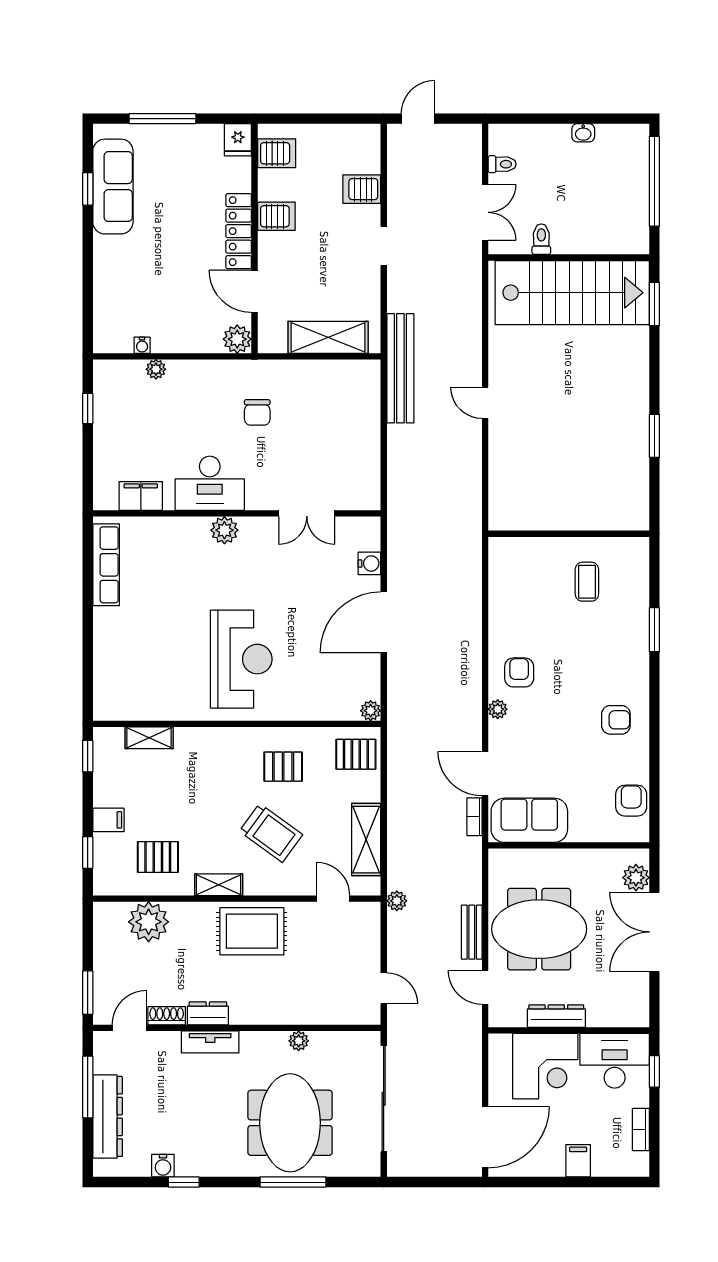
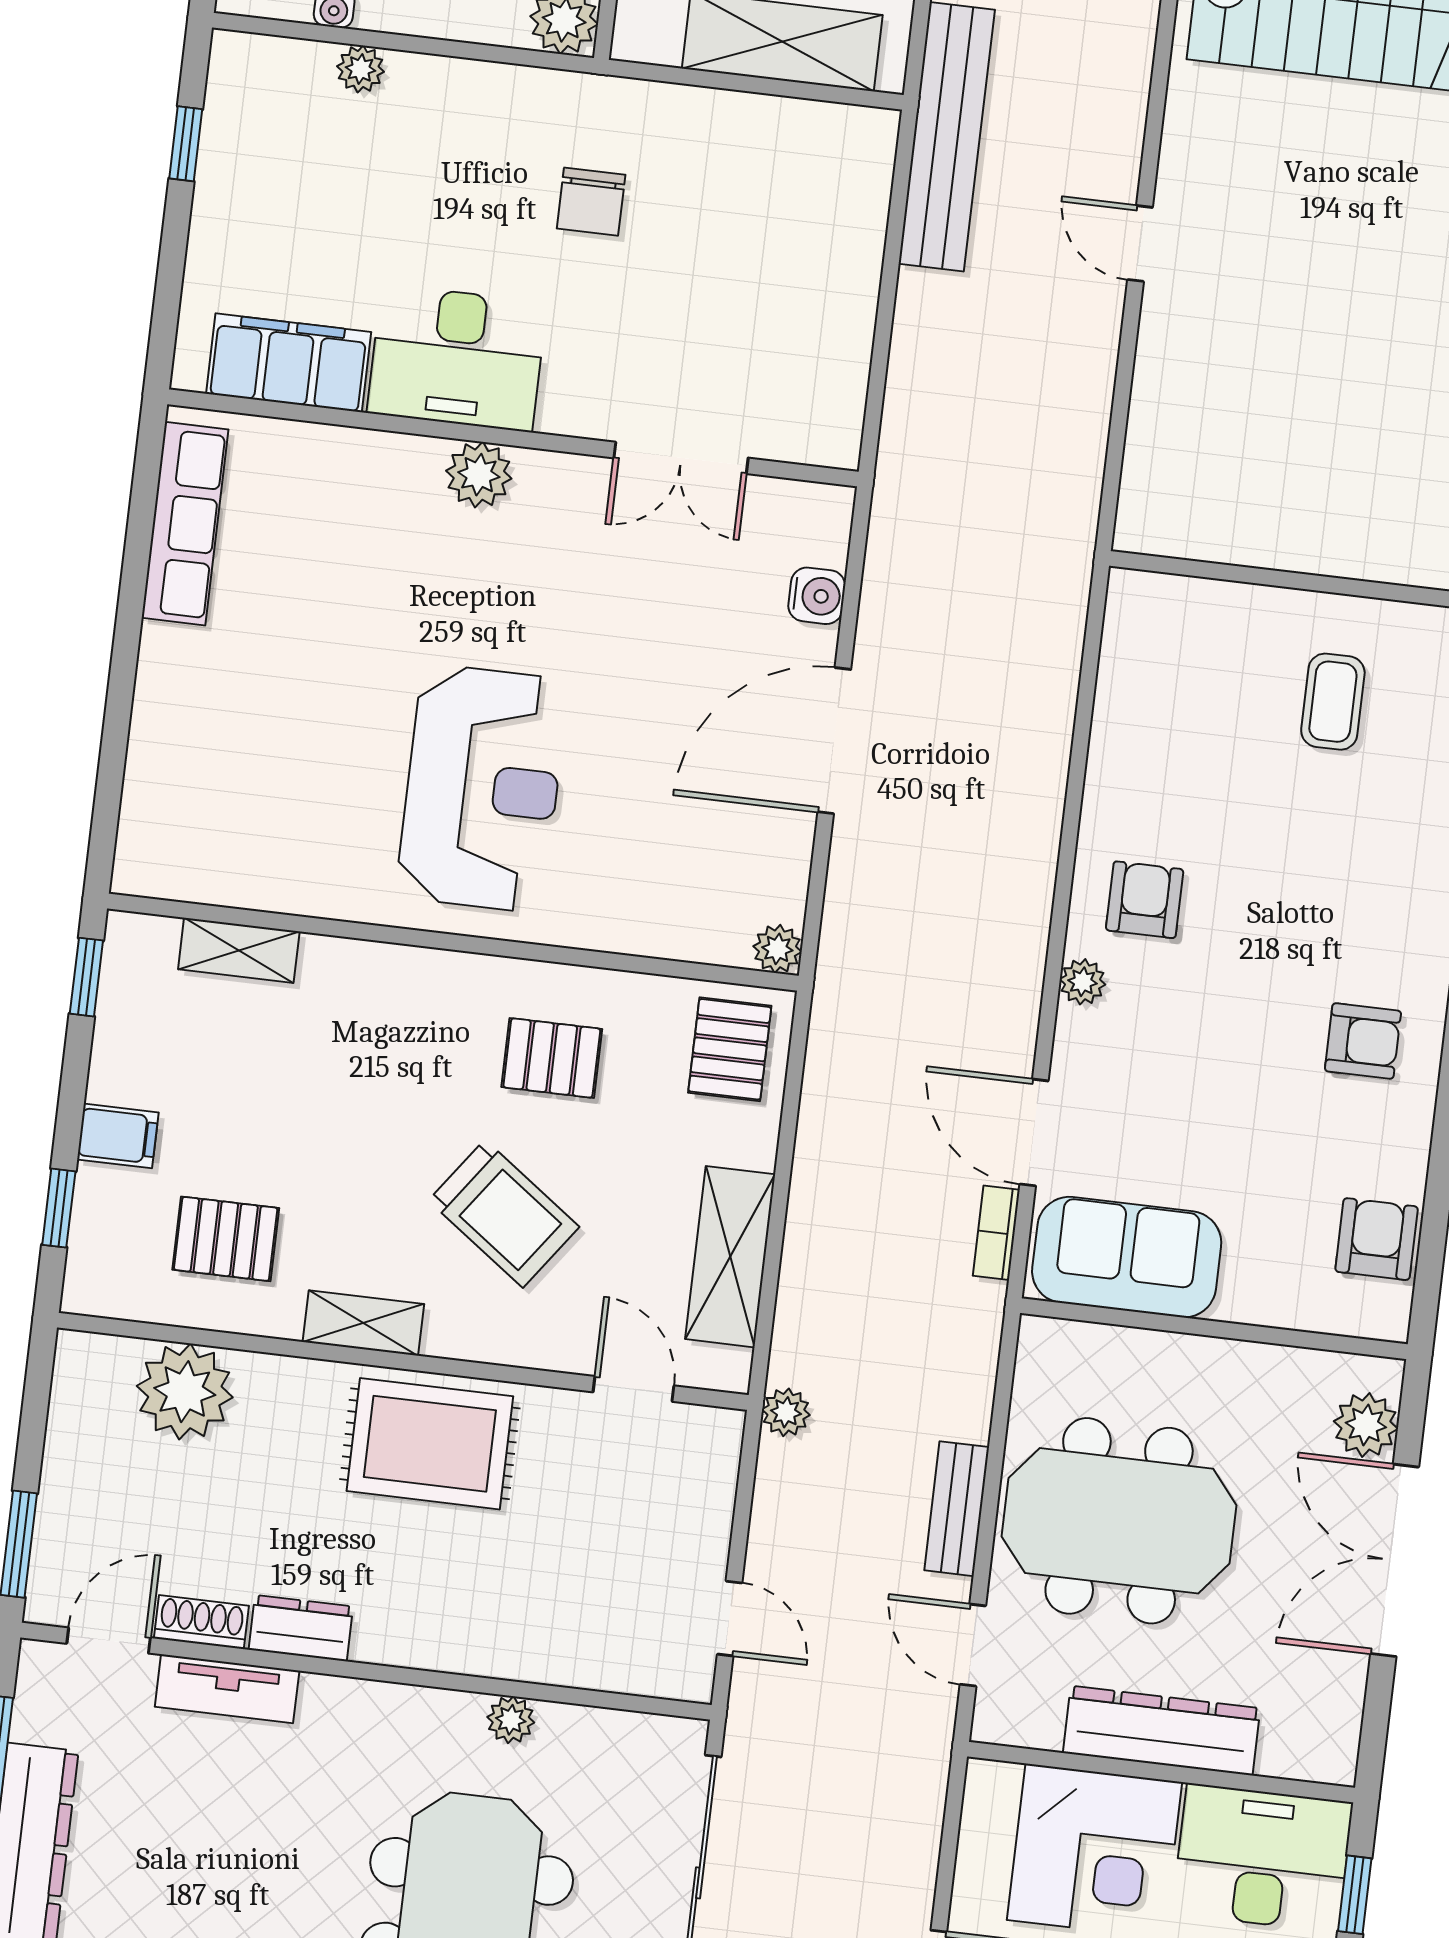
filing cabinet: (141, 496) -> (289, 363), width x1.50, depth x1.17
pallet: (356, 754) -> (730, 1049), turned 90
dresser: (556, 1016) -> (1162, 1731), width x1.37, depth x1.24
tv unit: (210, 1042) -> (227, 1689), moved

